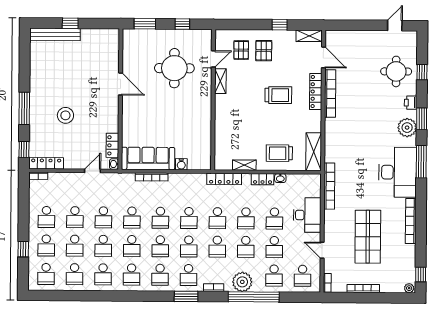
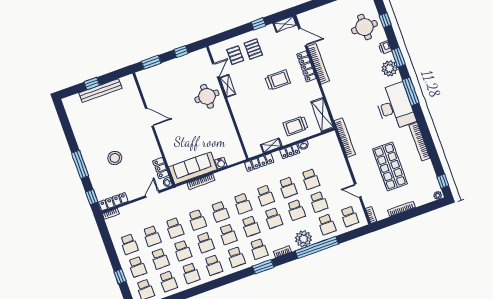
bench: (55, 34) -> (100, 91), moved
round table: (174, 68) -> (207, 96), moved, width x0.73, depth x0.73
desk: (307, 215) -> (336, 167), removed

